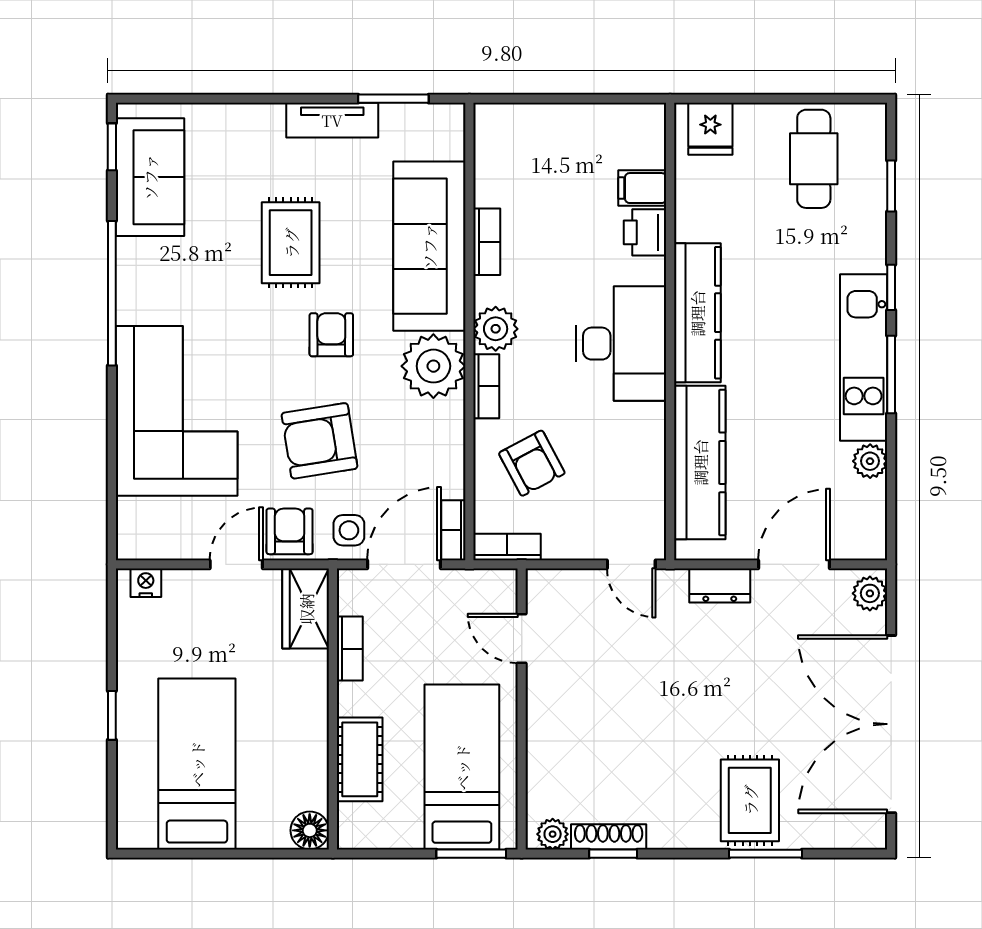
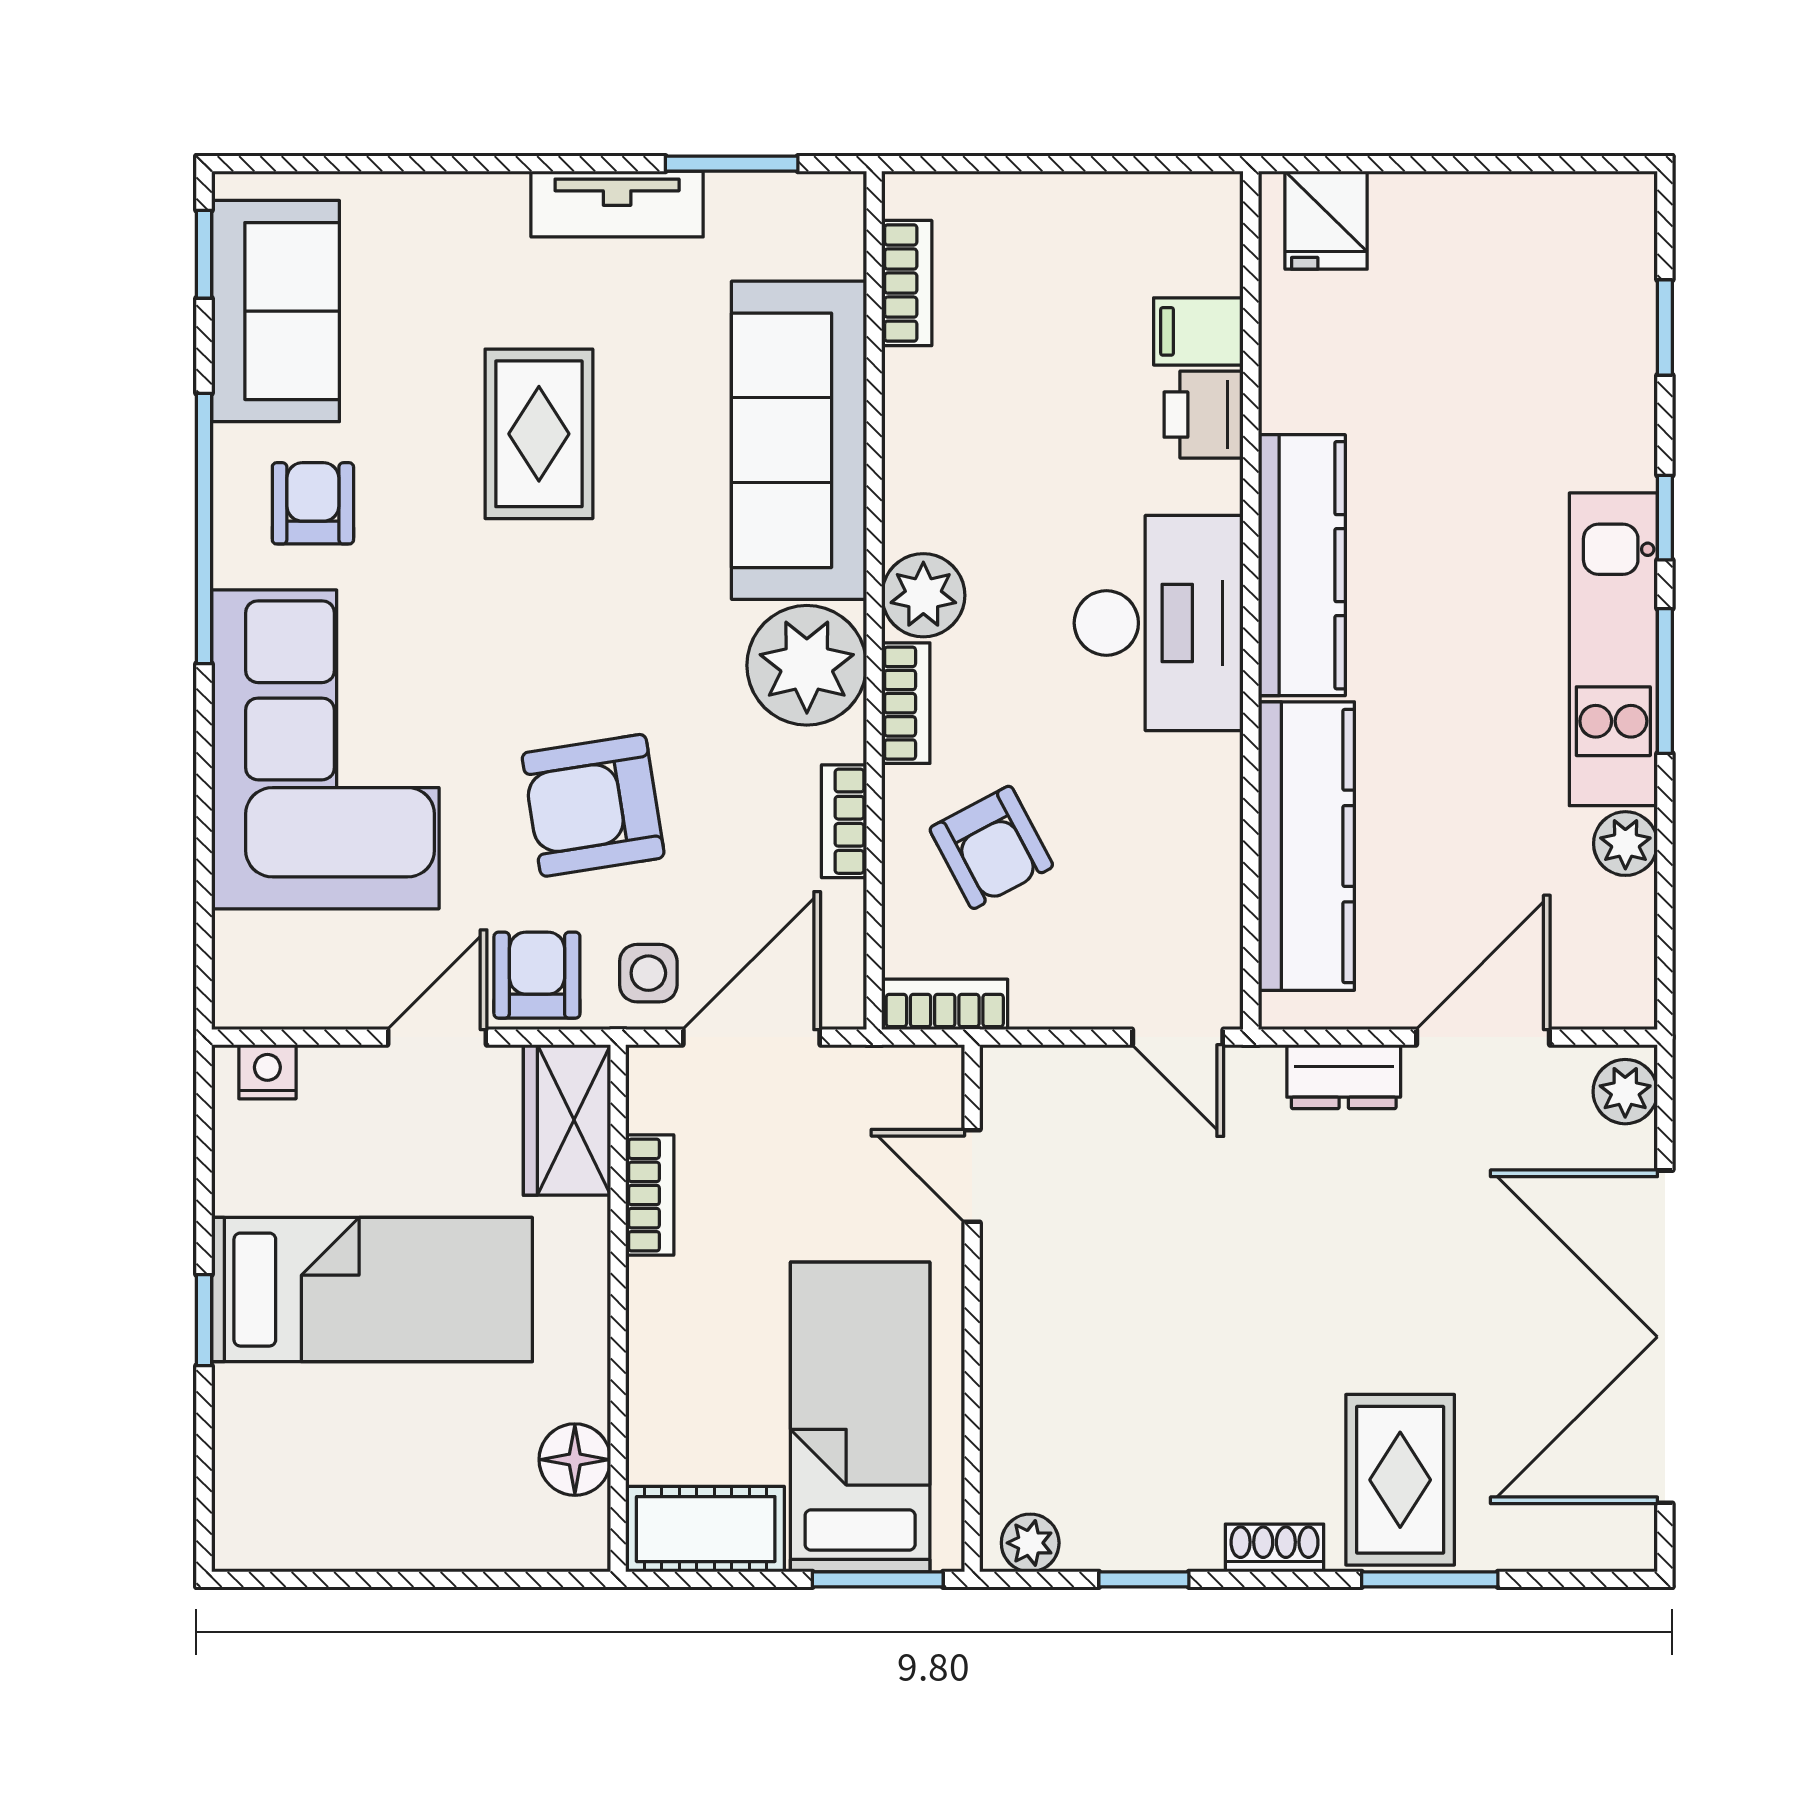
cafe table: (814, 159) -> (1520, 277), removed
bookcase: (487, 242) -> (907, 283), moved
armchair: (331, 335) -> (313, 503), moved
bookcase: (453, 530) -> (844, 821), moved
cot: (360, 759) -> (706, 1529), moved, turned 90
bed: (197, 764) -> (372, 1290), moved, turned 90
floor lamp: (310, 830) -> (575, 1460), moved
shoe rack: (609, 837) -> (1275, 1548), moved, width x0.70

